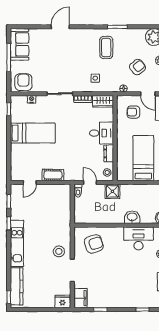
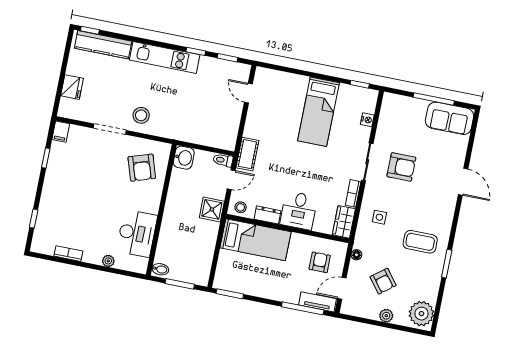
armchair: (23, 82) -> (401, 167), moved
bed: (143, 158) -> (255, 240), moved
cot: (53, 175) -> (247, 154), moved
washbasin: (132, 217) -> (184, 158), moved
filing cabinet: (81, 298) -> (61, 132), width x0.50
fridge: (62, 301) -> (72, 87), moved

